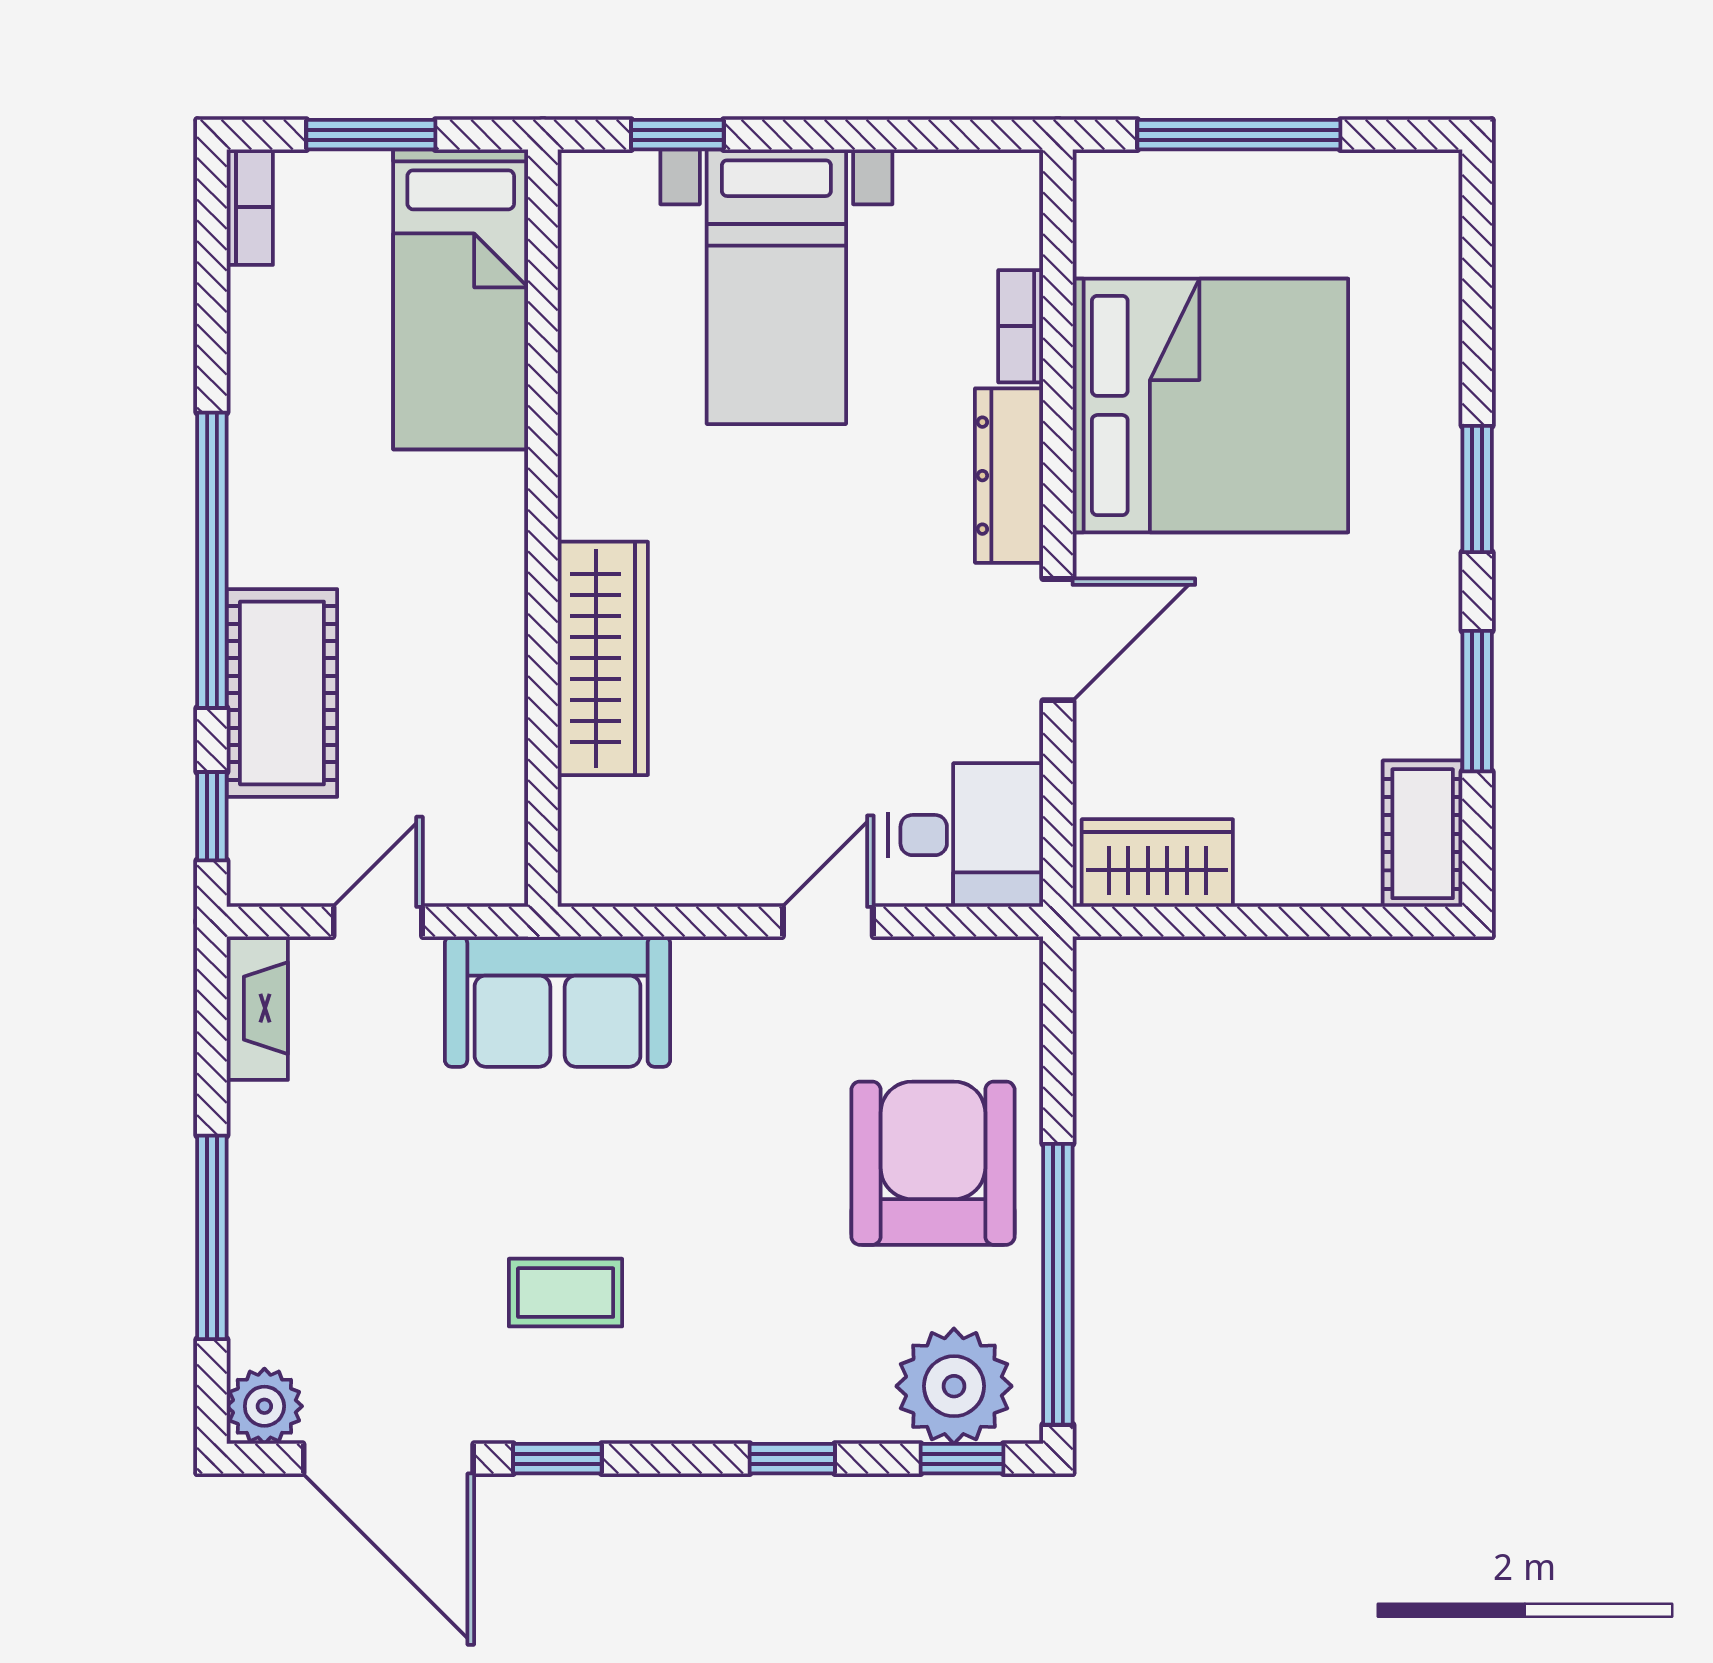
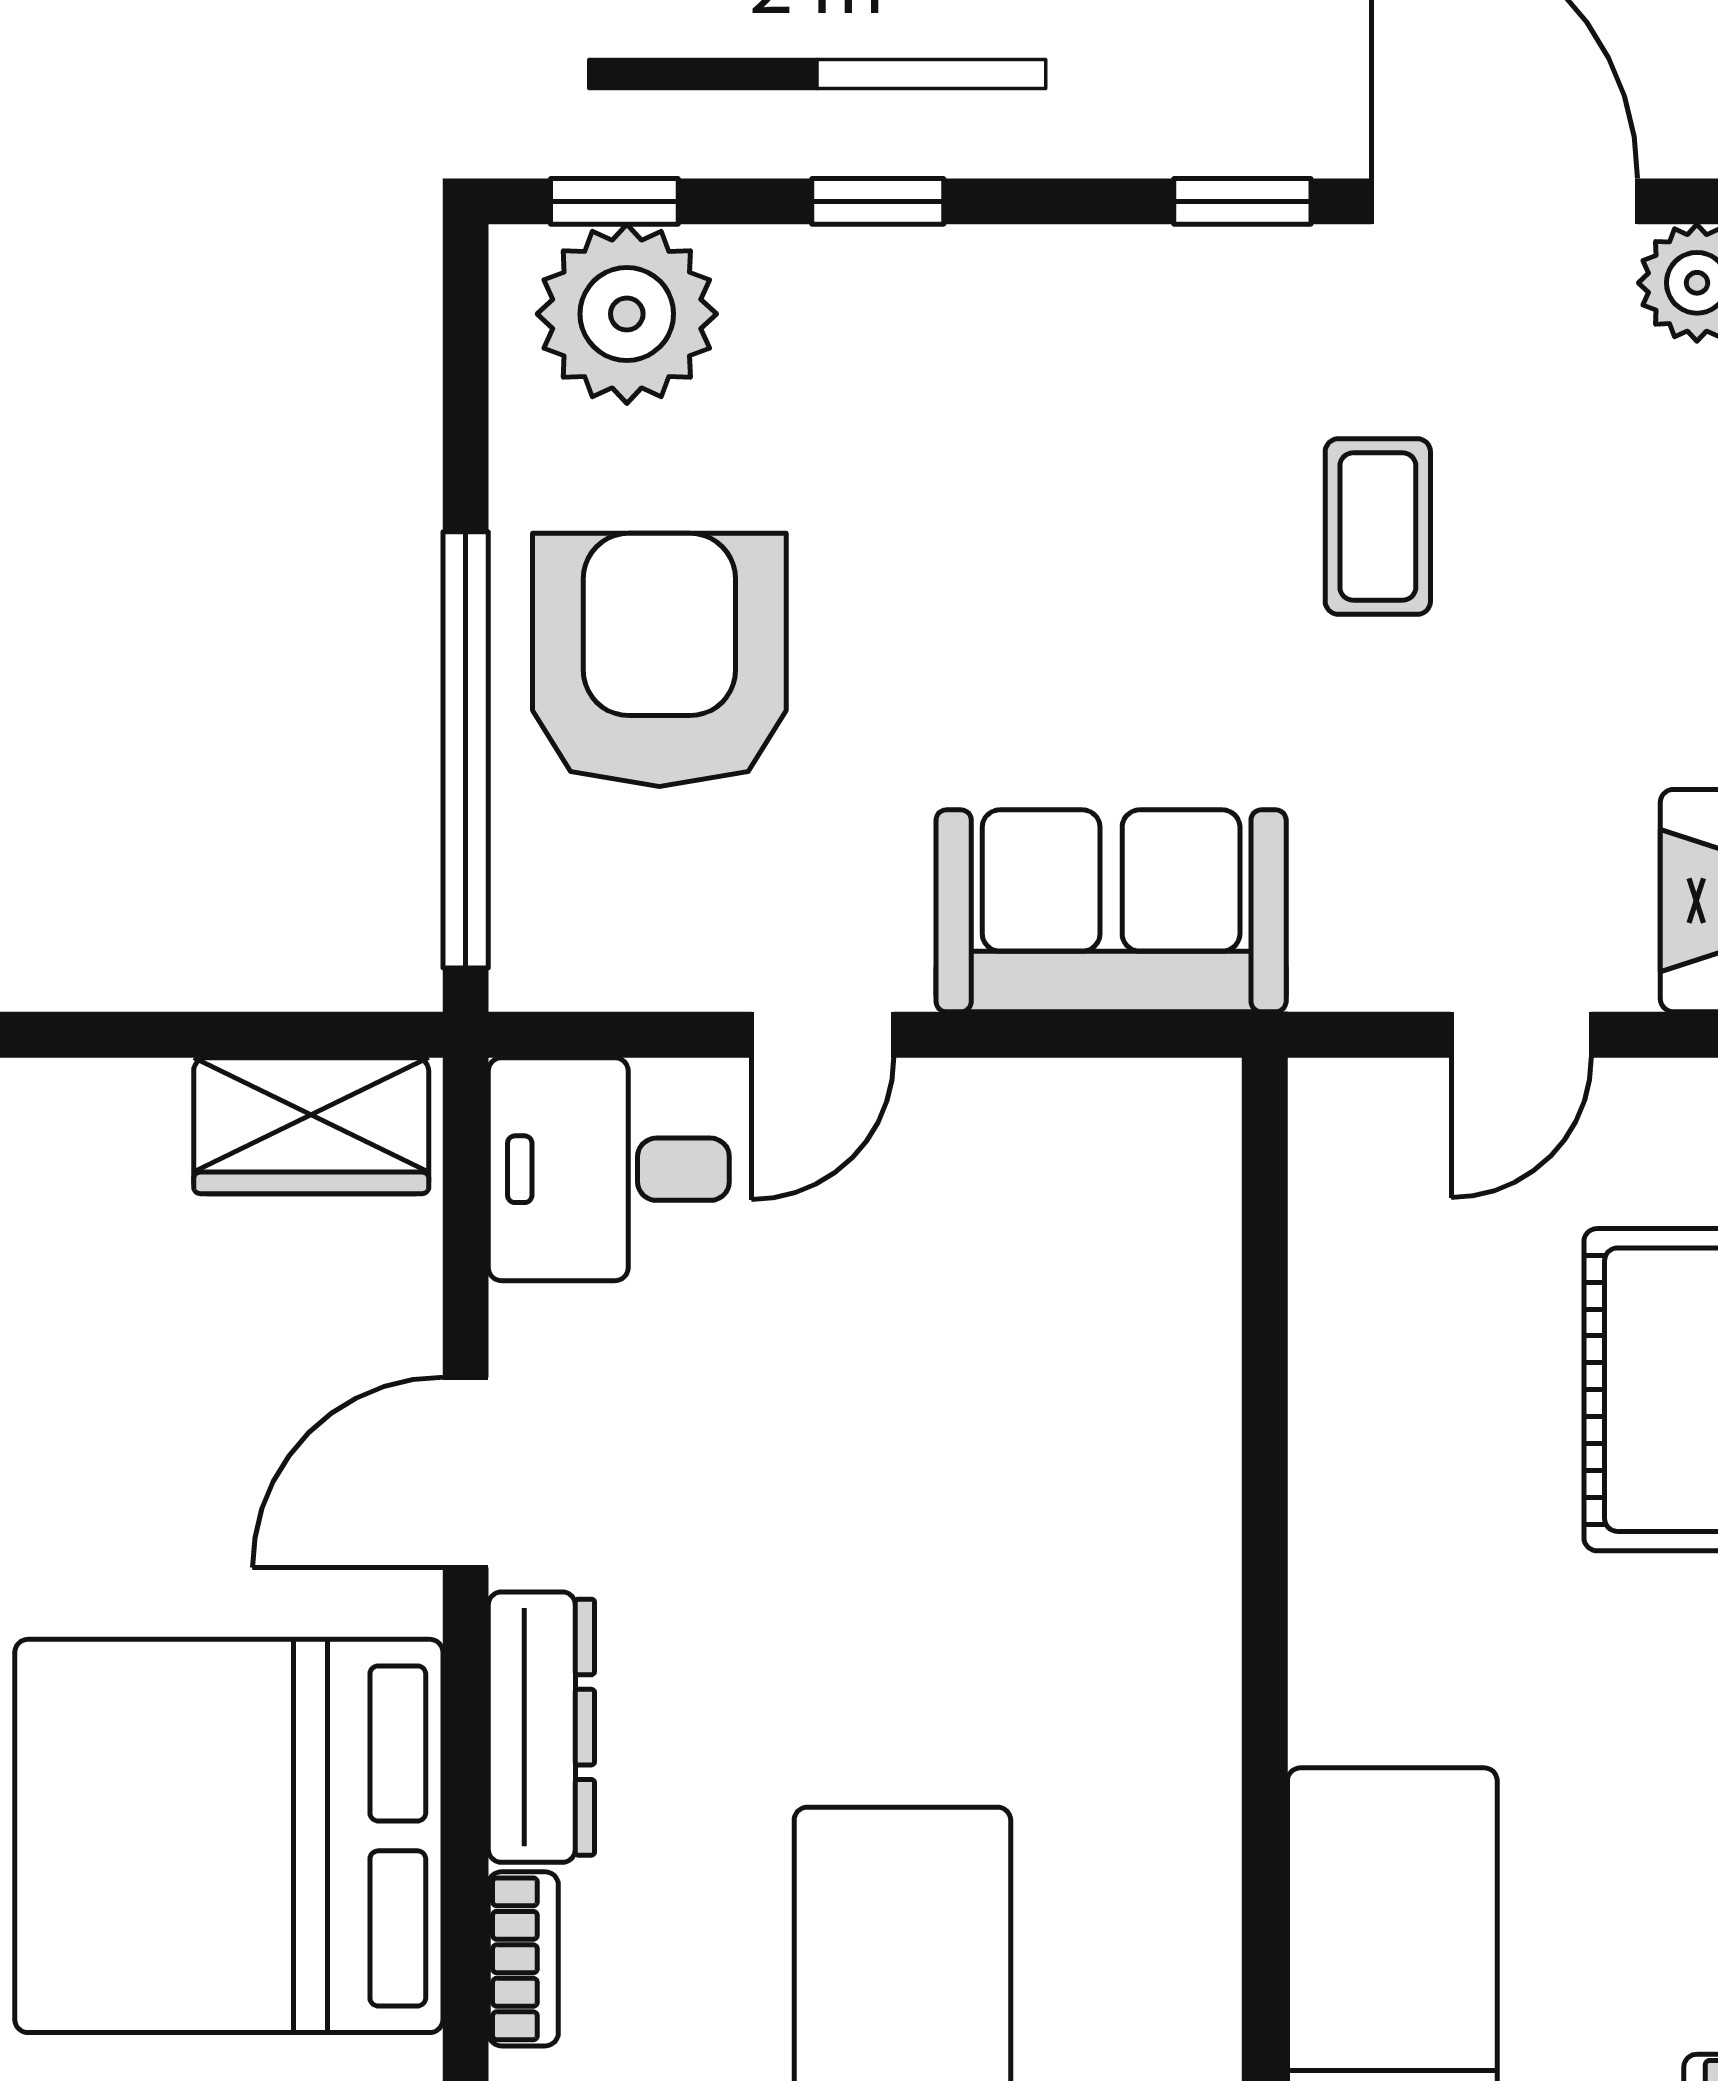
wardrobe: (603, 658) -> (1172, 1443), removed
sofa: (557, 1002) -> (1111, 911), moved
armchair: (933, 1163) -> (659, 660), turned 180
window: (1058, 1284) -> (466, 750), moved
coffee table: (566, 1293) -> (1378, 527), moved, turned 90

